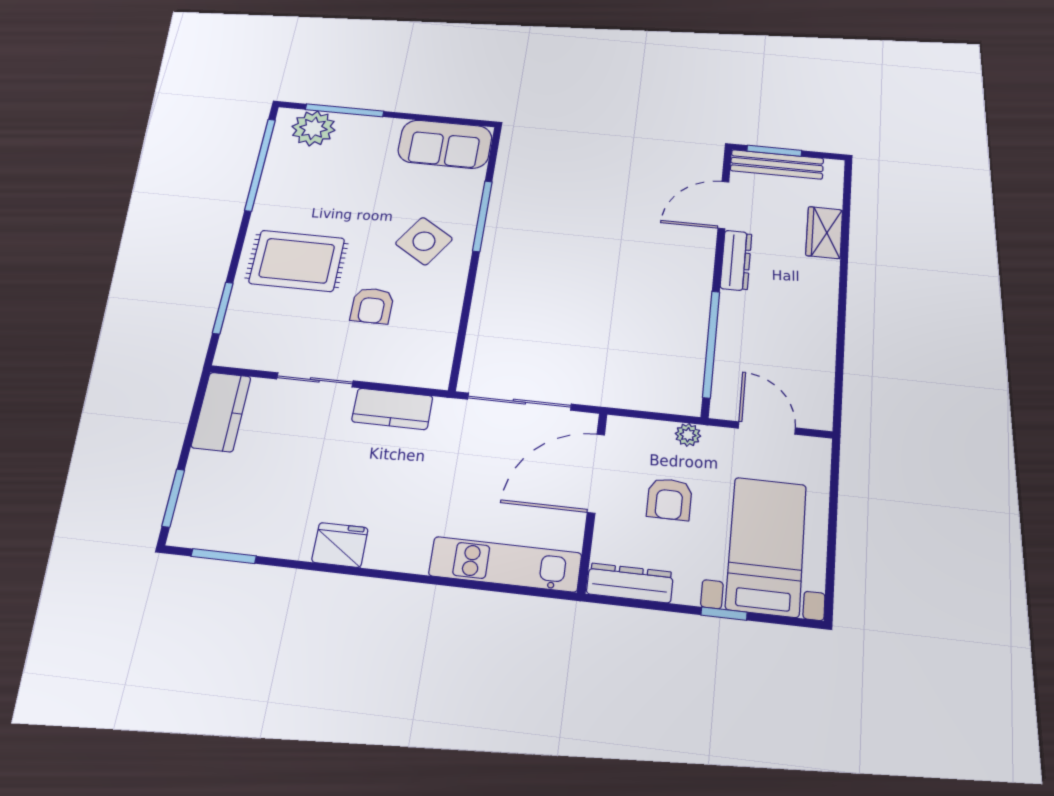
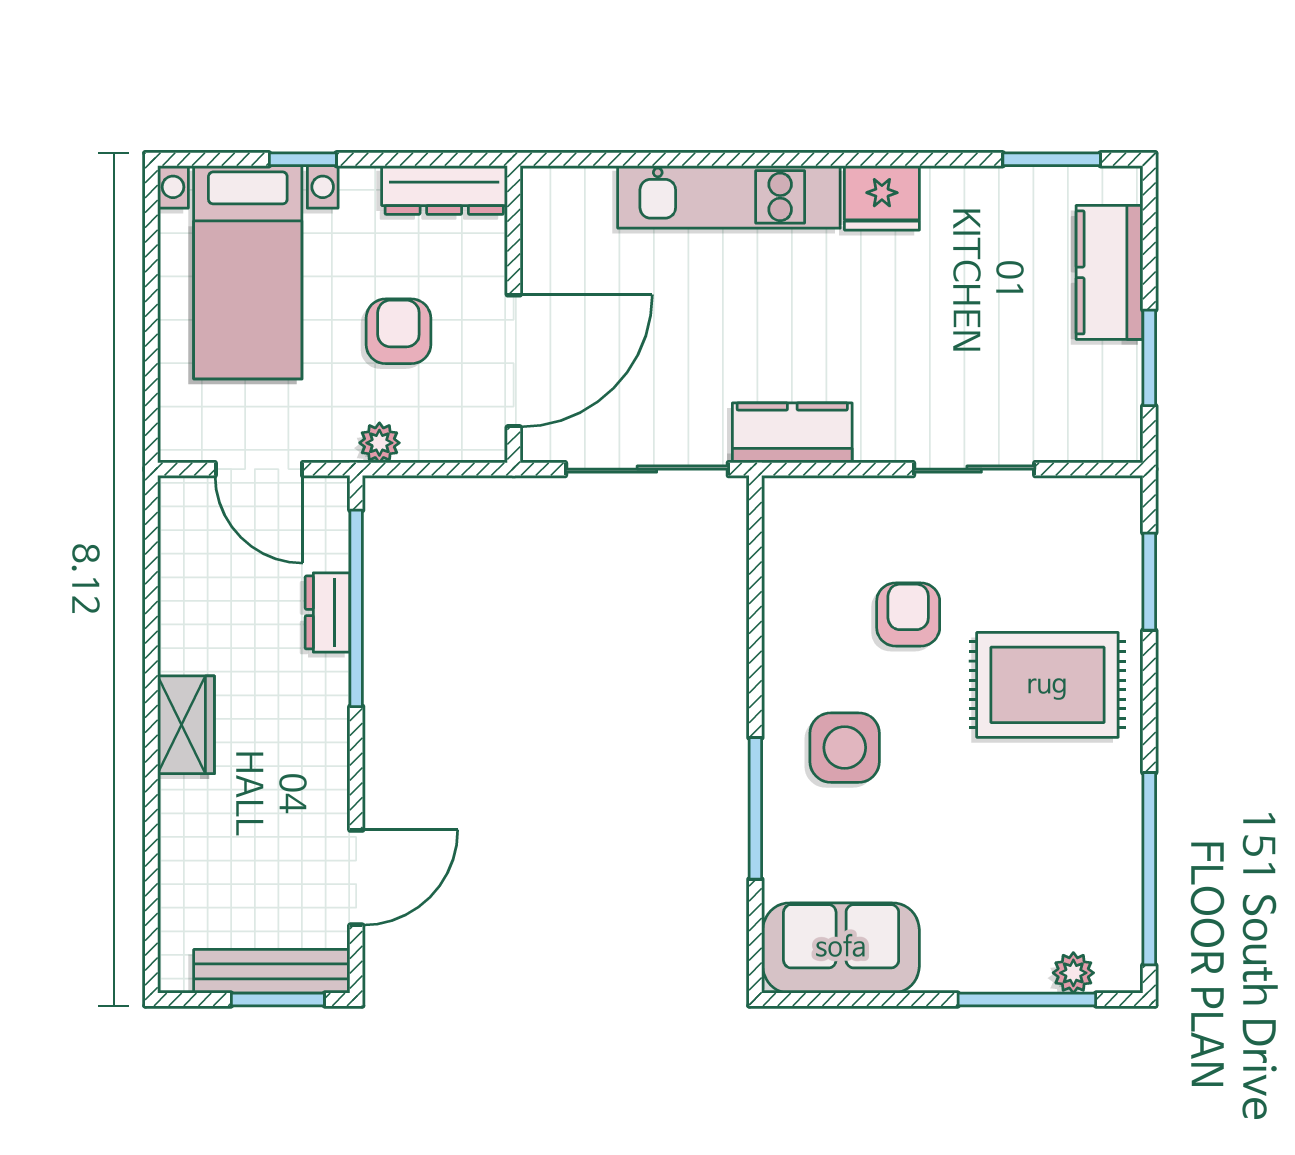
plant: (313, 128) -> (1073, 973), width x0.53, depth x0.53
wardrobe: (824, 233) -> (186, 725), moved
side table: (424, 241) -> (845, 748), turned -33
dresser: (736, 260) -> (328, 612), moved, width x0.70
kitchen counter: (392, 409) -> (792, 433), moved
kitchen counter: (221, 412) -> (1109, 272), moved
window: (173, 498) -> (1149, 358), moved
kitchen unit: (505, 564) -> (729, 197), moved

